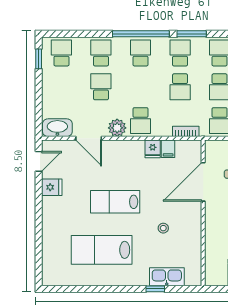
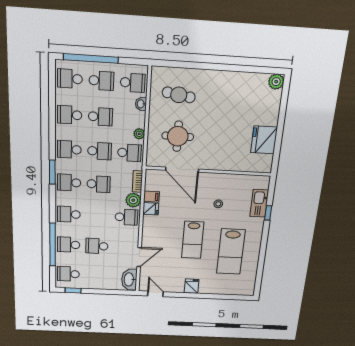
window: (141, 34) -> (53, 245), moved
plant: (117, 128) -> (133, 200), moved
fridge: (52, 187) -> (192, 286), moved

